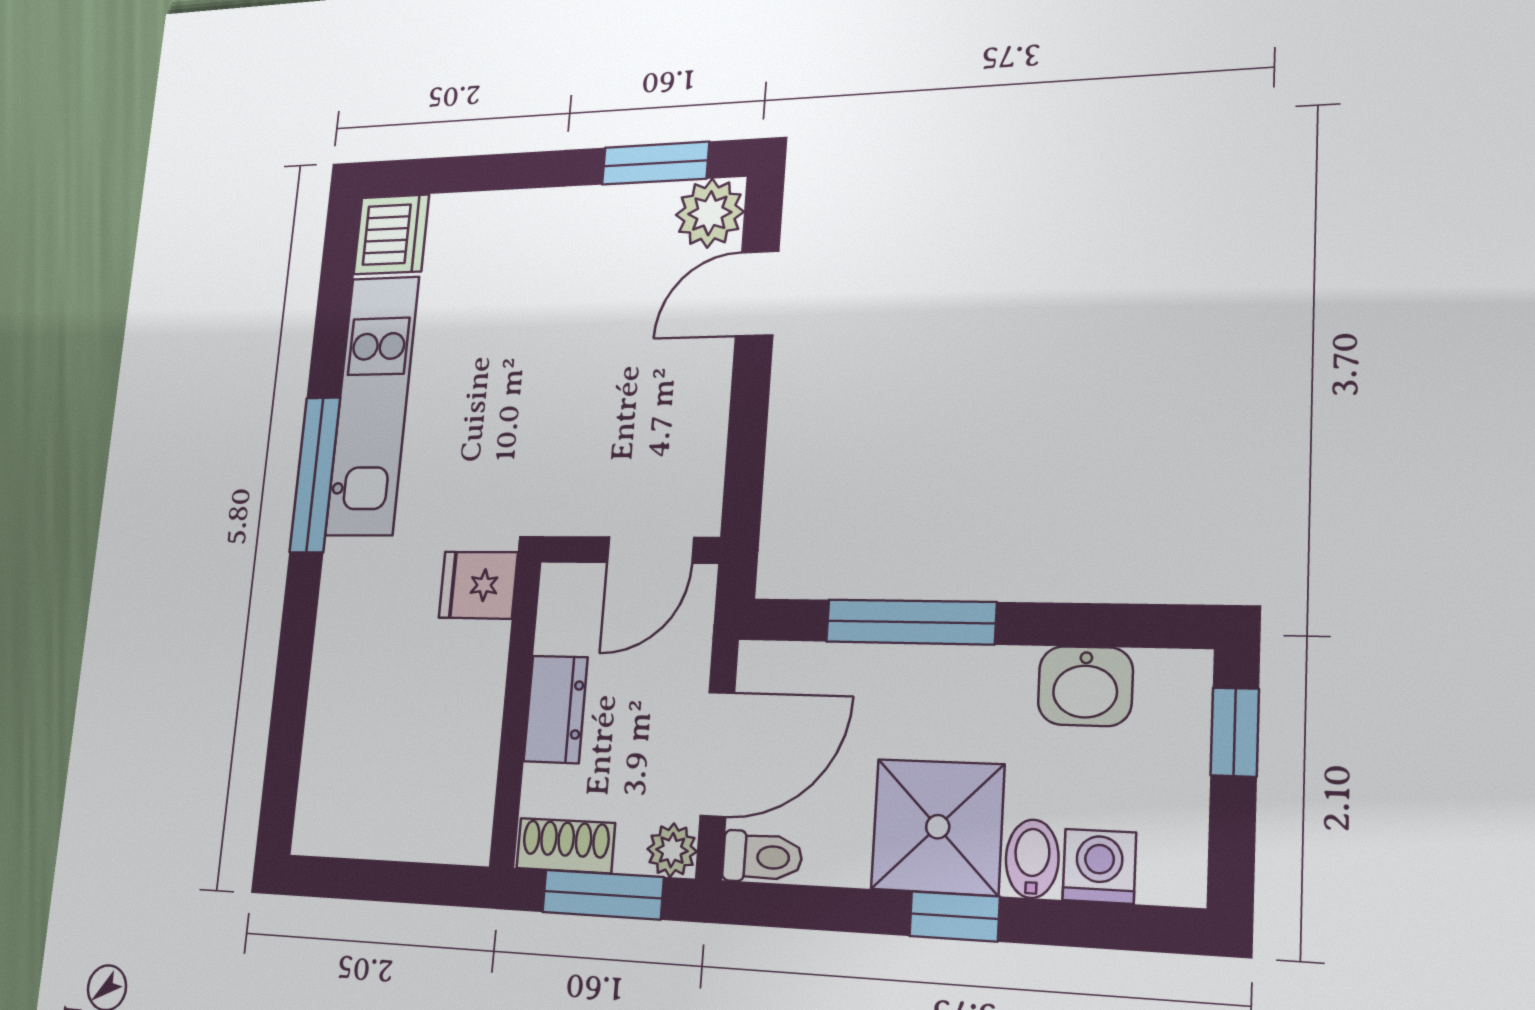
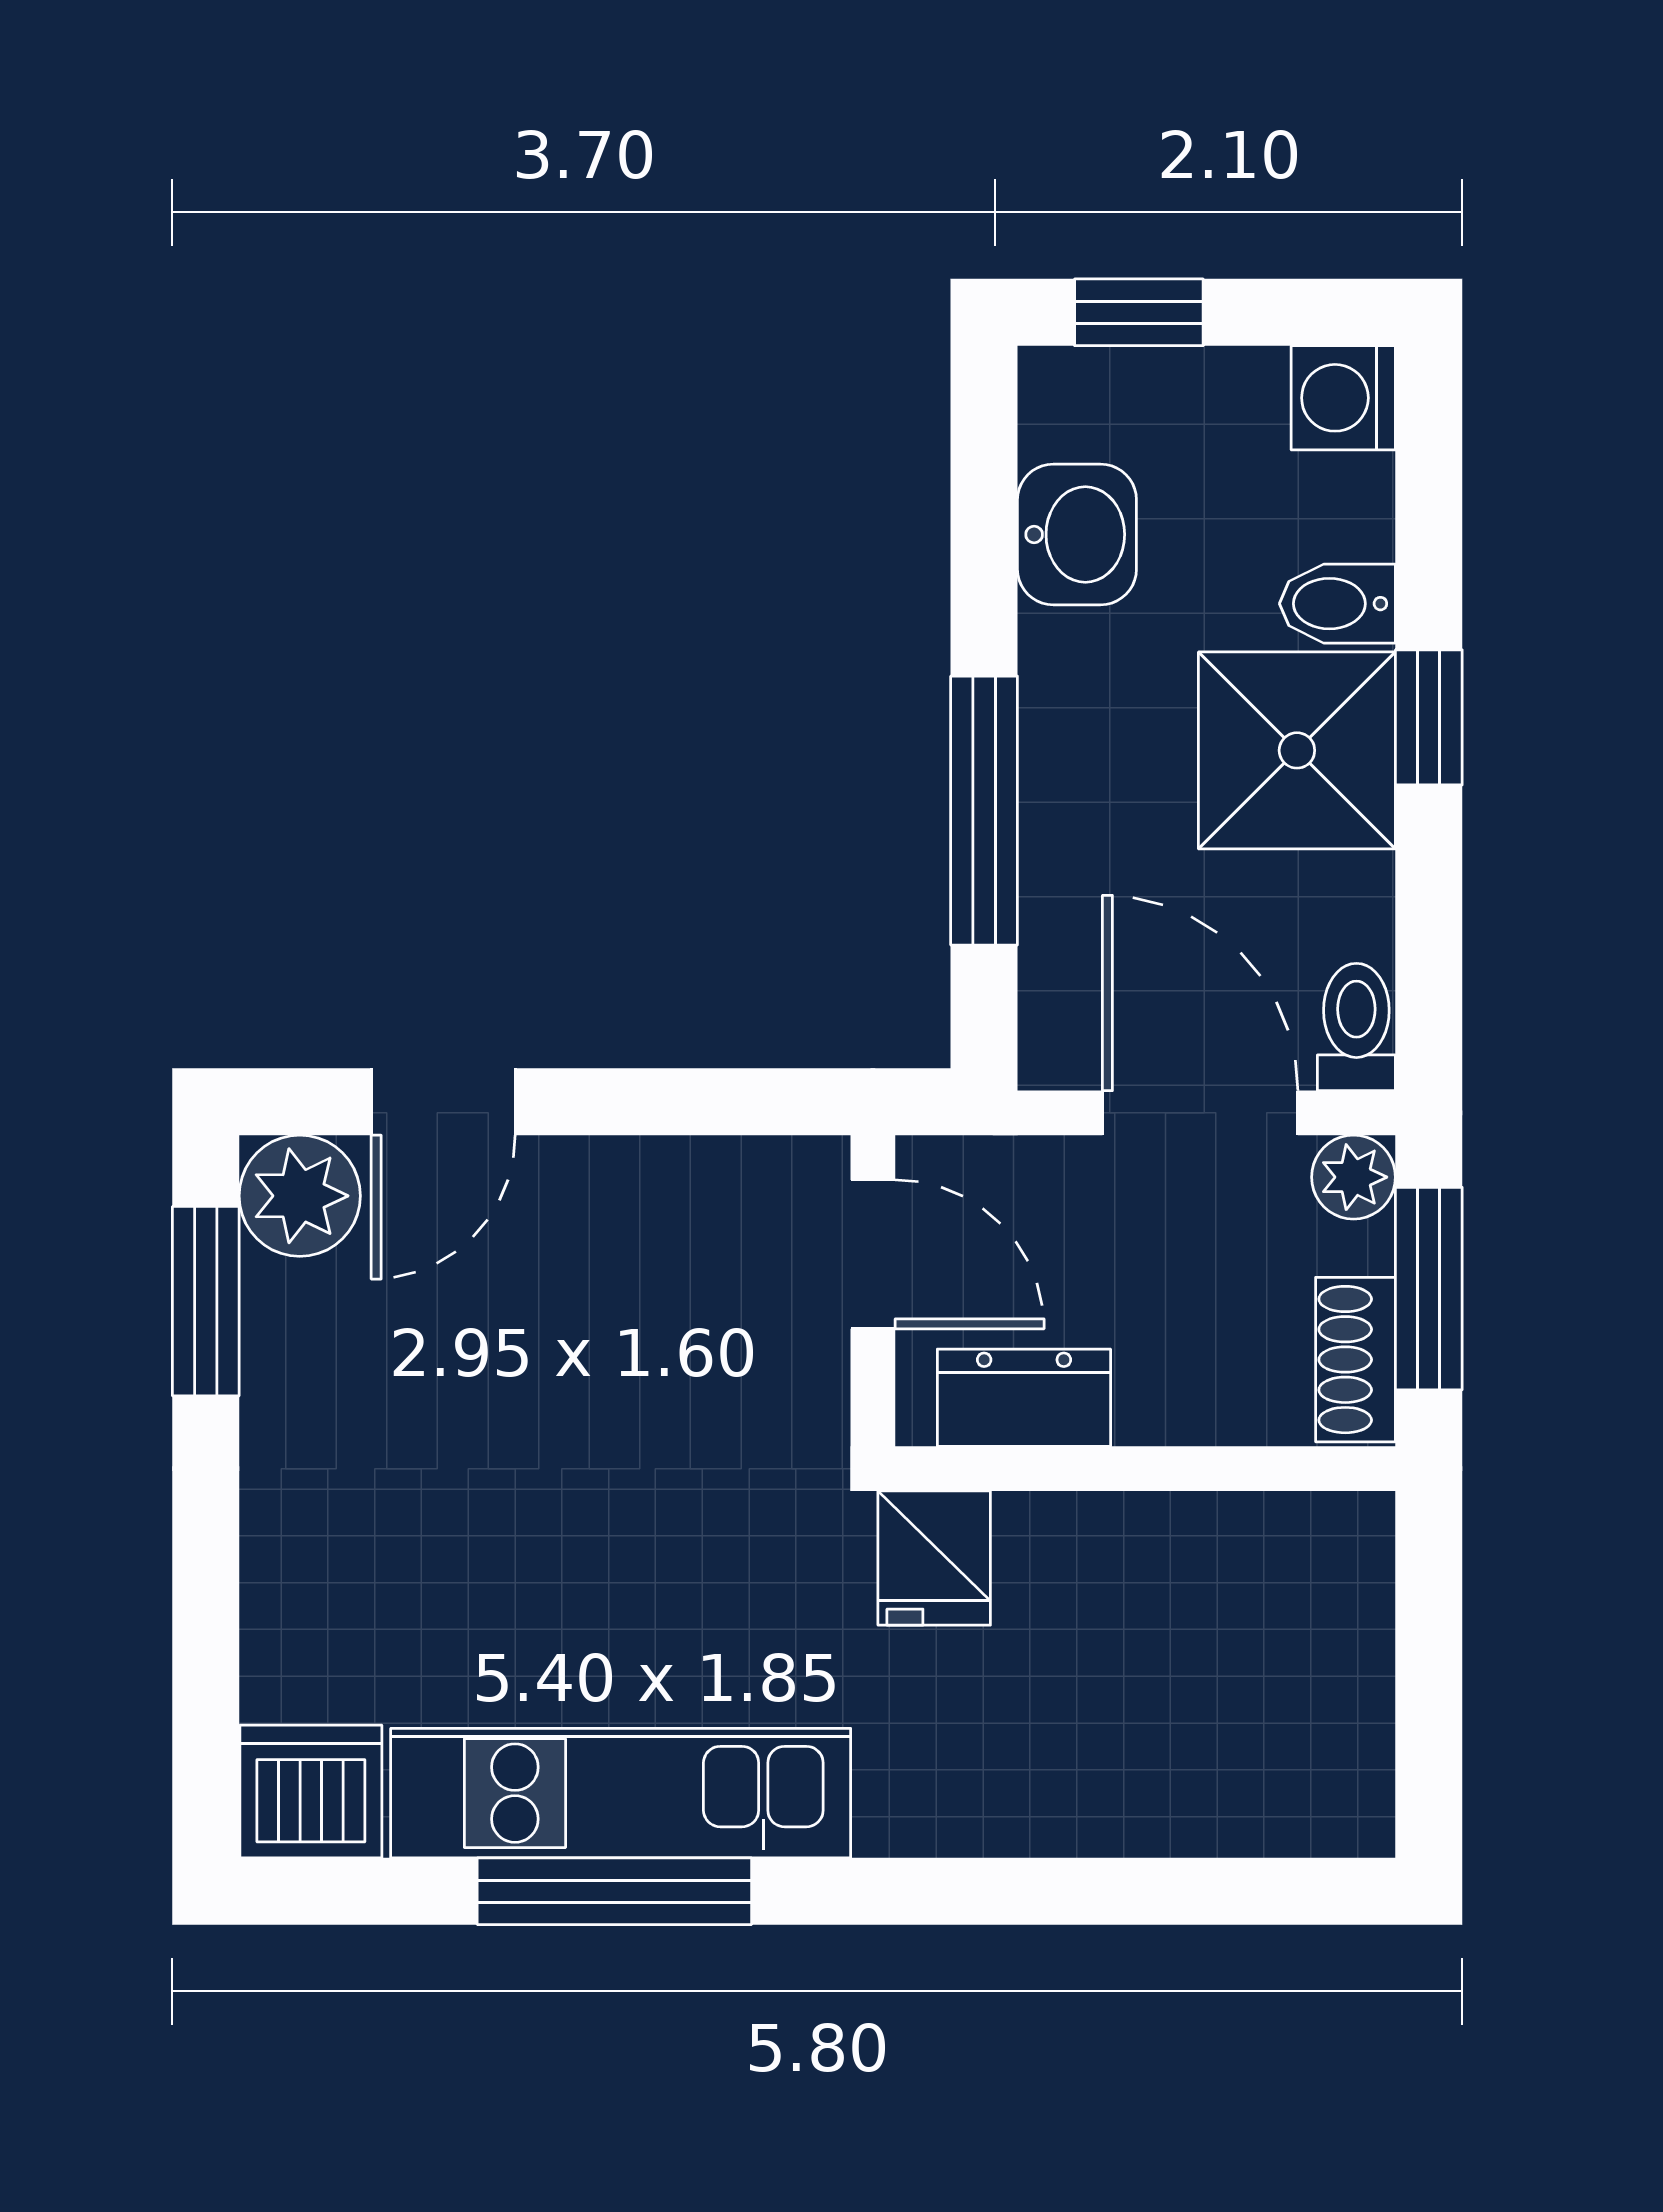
door: (757, 294) -> (443, 1102), hinge flipped
window: (315, 475) -> (614, 1891), moved
dresser: (556, 709) -> (1024, 1398), moved
washing machine: (1099, 866) -> (1343, 398), moved

